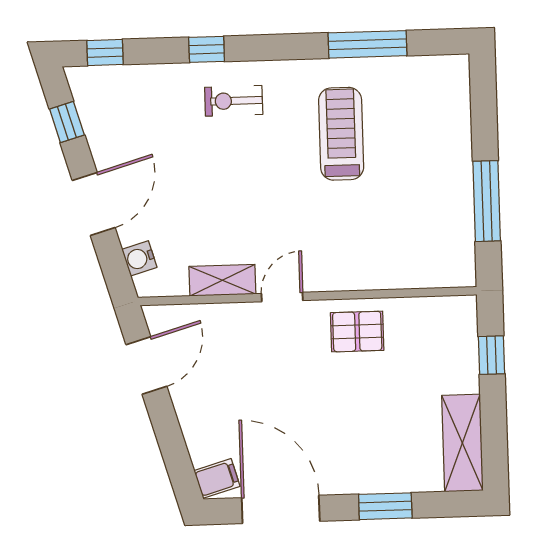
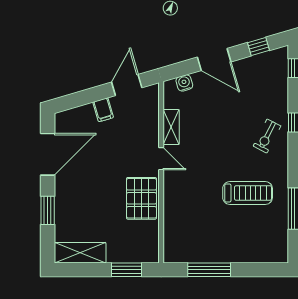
exercise bike: (234, 101) -> (267, 136), turned -153
pallet: (357, 332) -> (141, 198), width x1.50, depth x1.42
window: (492, 355) -> (127, 270), width x1.50
door: (146, 366) -> (127, 85), swing flipped
filing cabinet: (217, 478) -> (103, 110), moved

